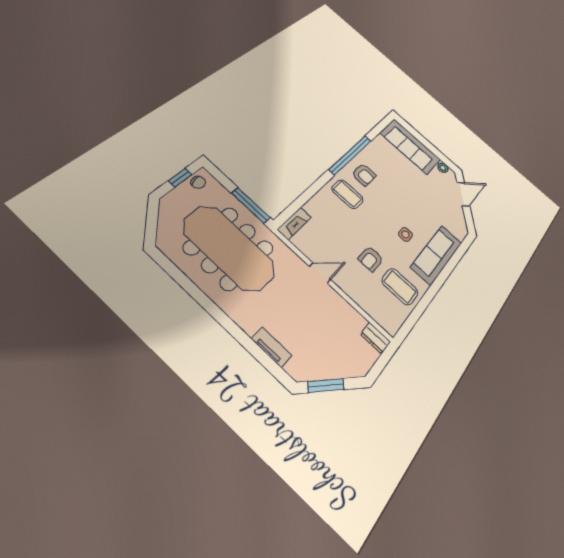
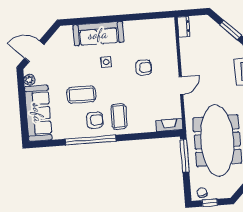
armchair: (364, 175) -> (95, 120), turned 90
door: (320, 273) -> (181, 86), swing flipped
coffee table: (400, 287) -> (81, 95), moved, turned 90

